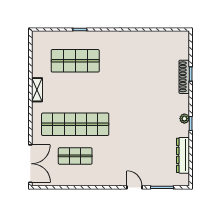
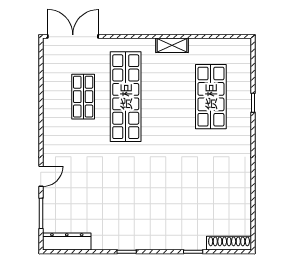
shoe rack: (184, 77) -> (229, 243), moved
plant: (184, 119) -> (133, 243), removed
dresser: (183, 155) -> (67, 241), moved
double door: (30, 164) -> (73, 36), swing flipped

